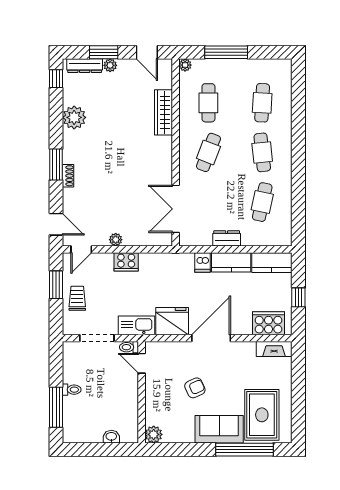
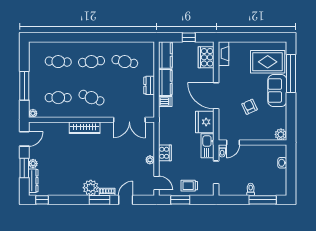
wardrobe: (164, 112) -> (85, 128), moved
plant: (74, 117) -> (91, 188), moved
door: (56, 224) -> (126, 200), moved

